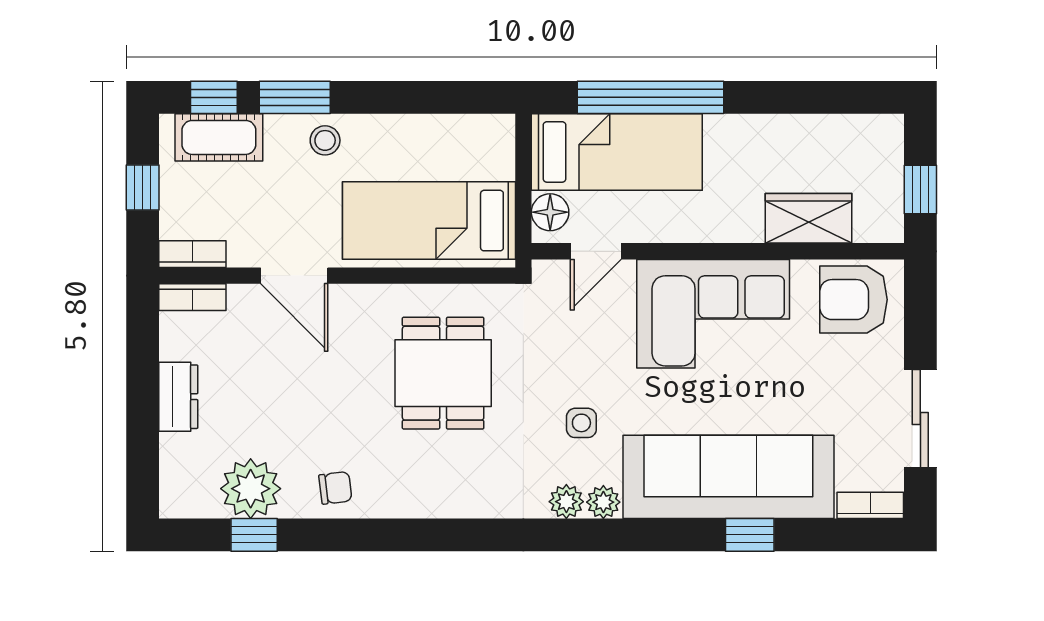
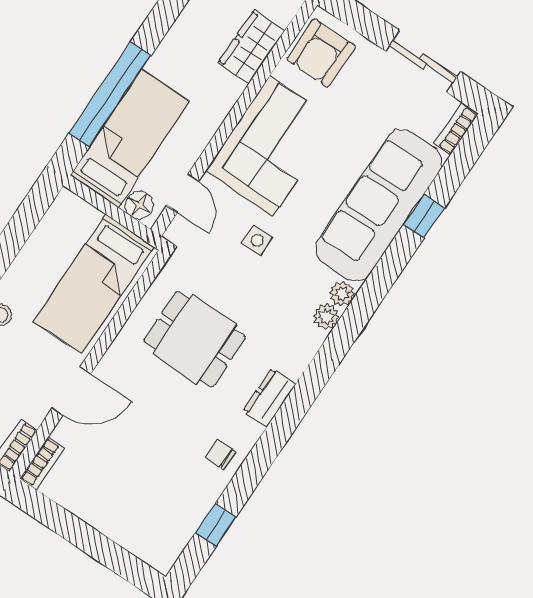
dresser: (178, 397) -> (269, 397), moved, turned -90
side table: (581, 423) -> (257, 240), moved
chair: (335, 488) -> (221, 454), turned -83
plant: (251, 489) -> (186, 507), removed

